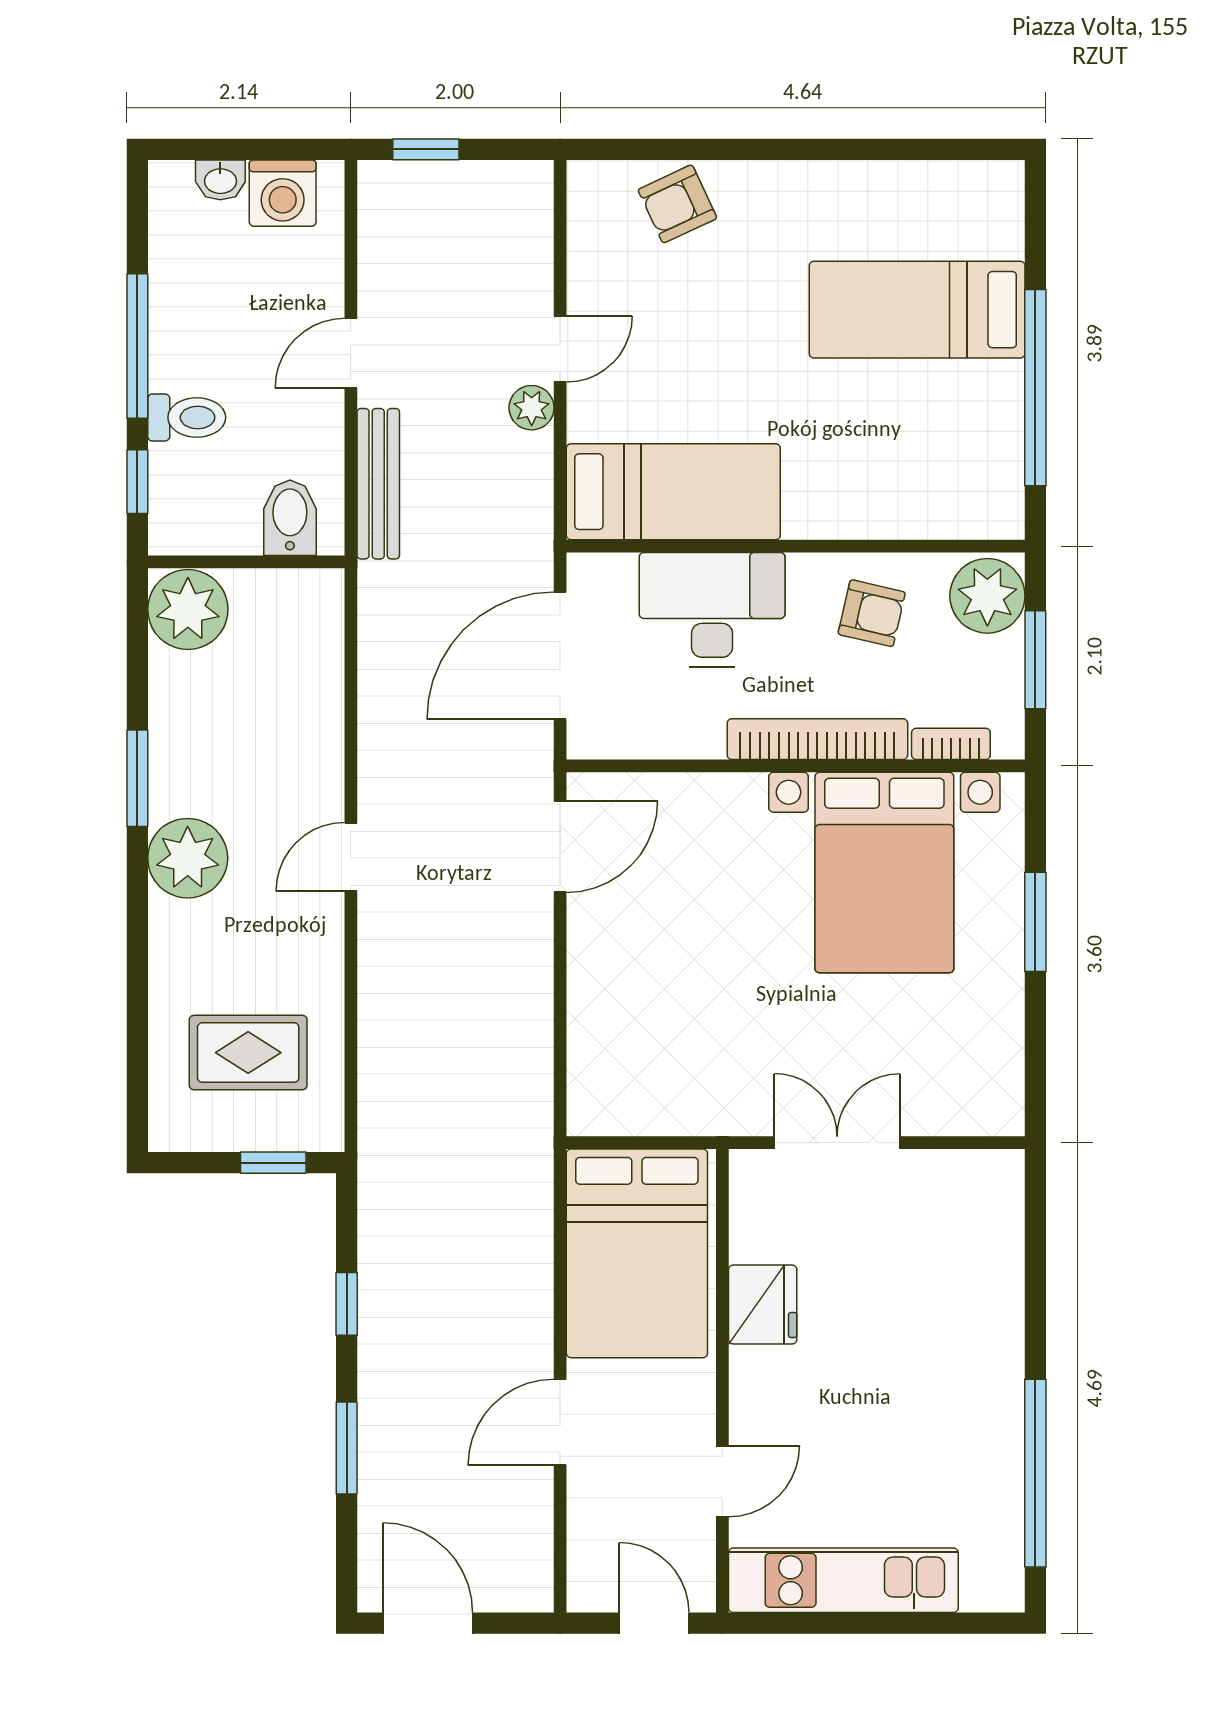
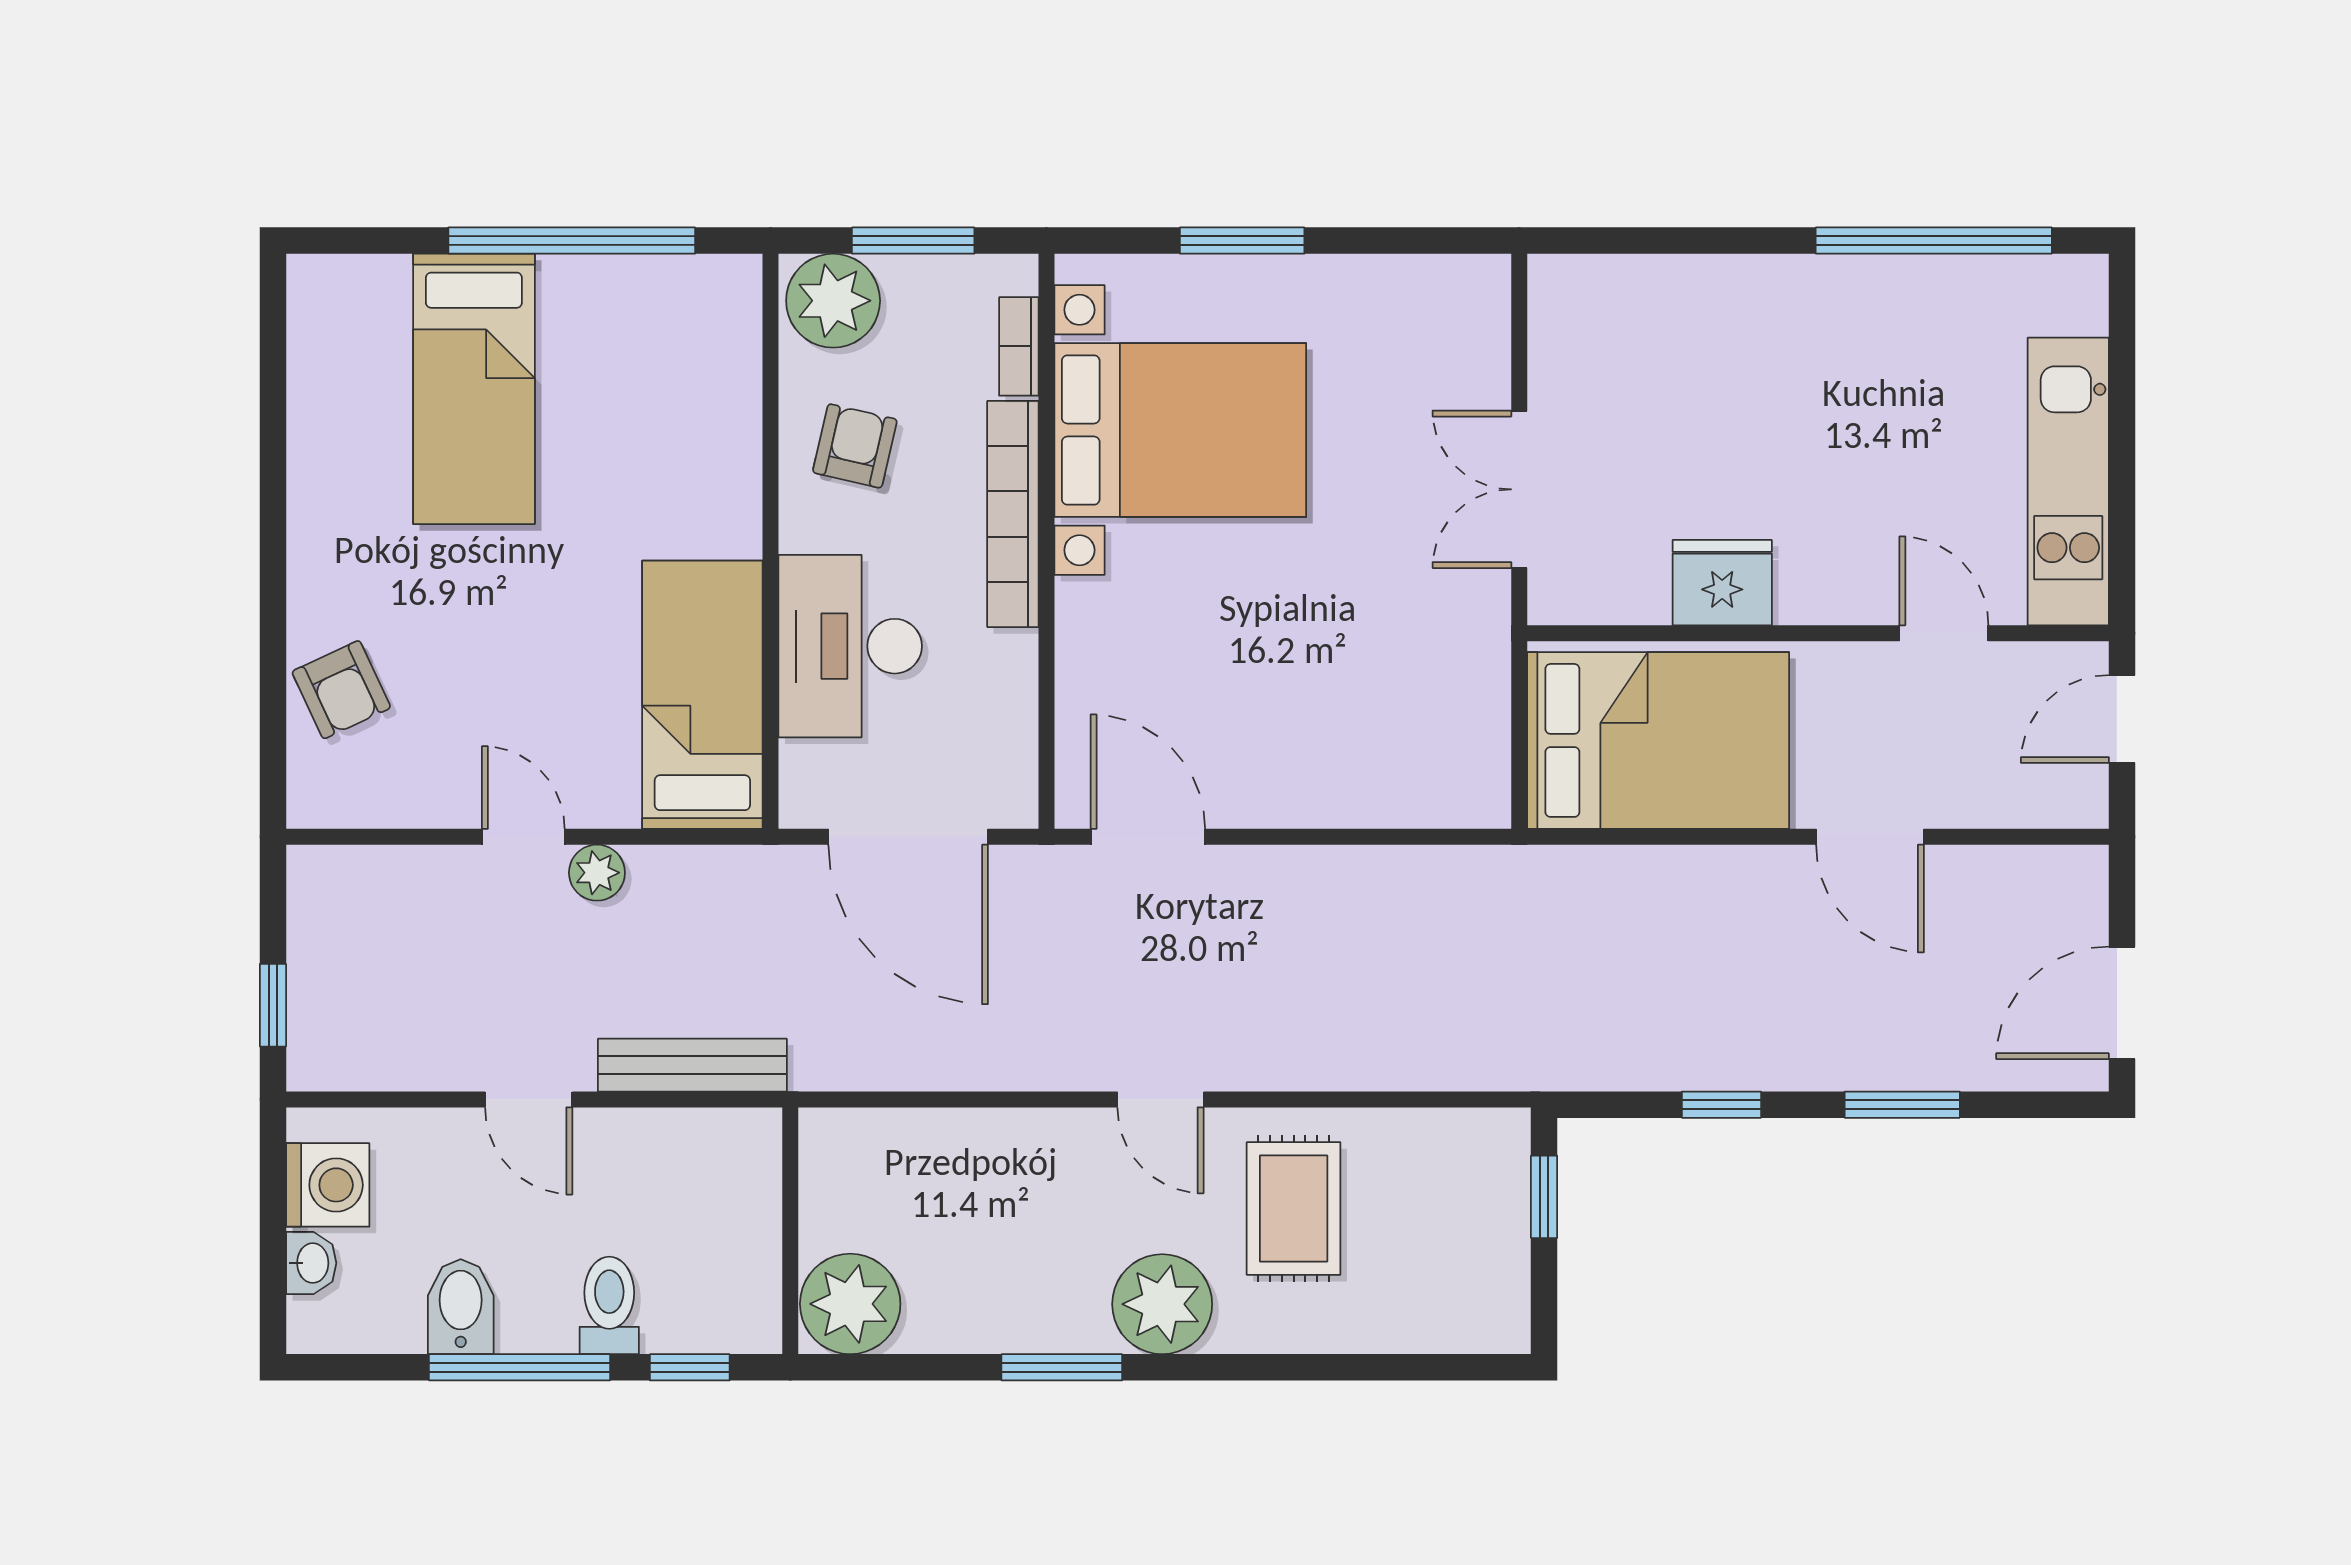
bidet: (290, 518) -> (461, 1307), moved, turned 90
rug: (248, 1053) -> (1294, 1209), moved

